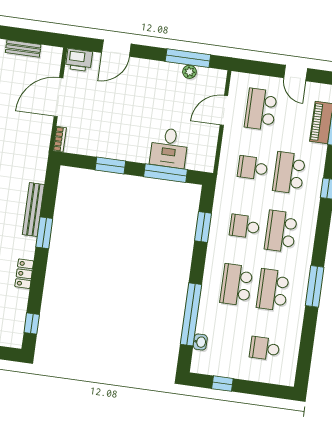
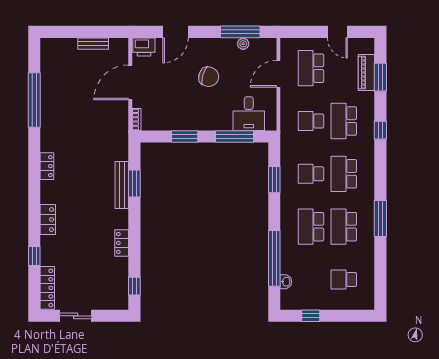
chair: (146, 103) -> (209, 77), added
desk: (169, 148) -> (249, 114), moved
window: (44, 233) -> (134, 183), moved

